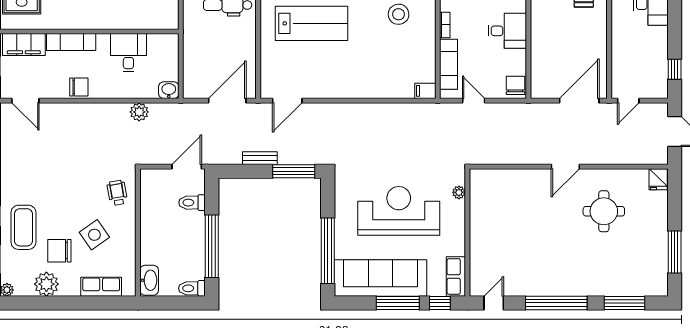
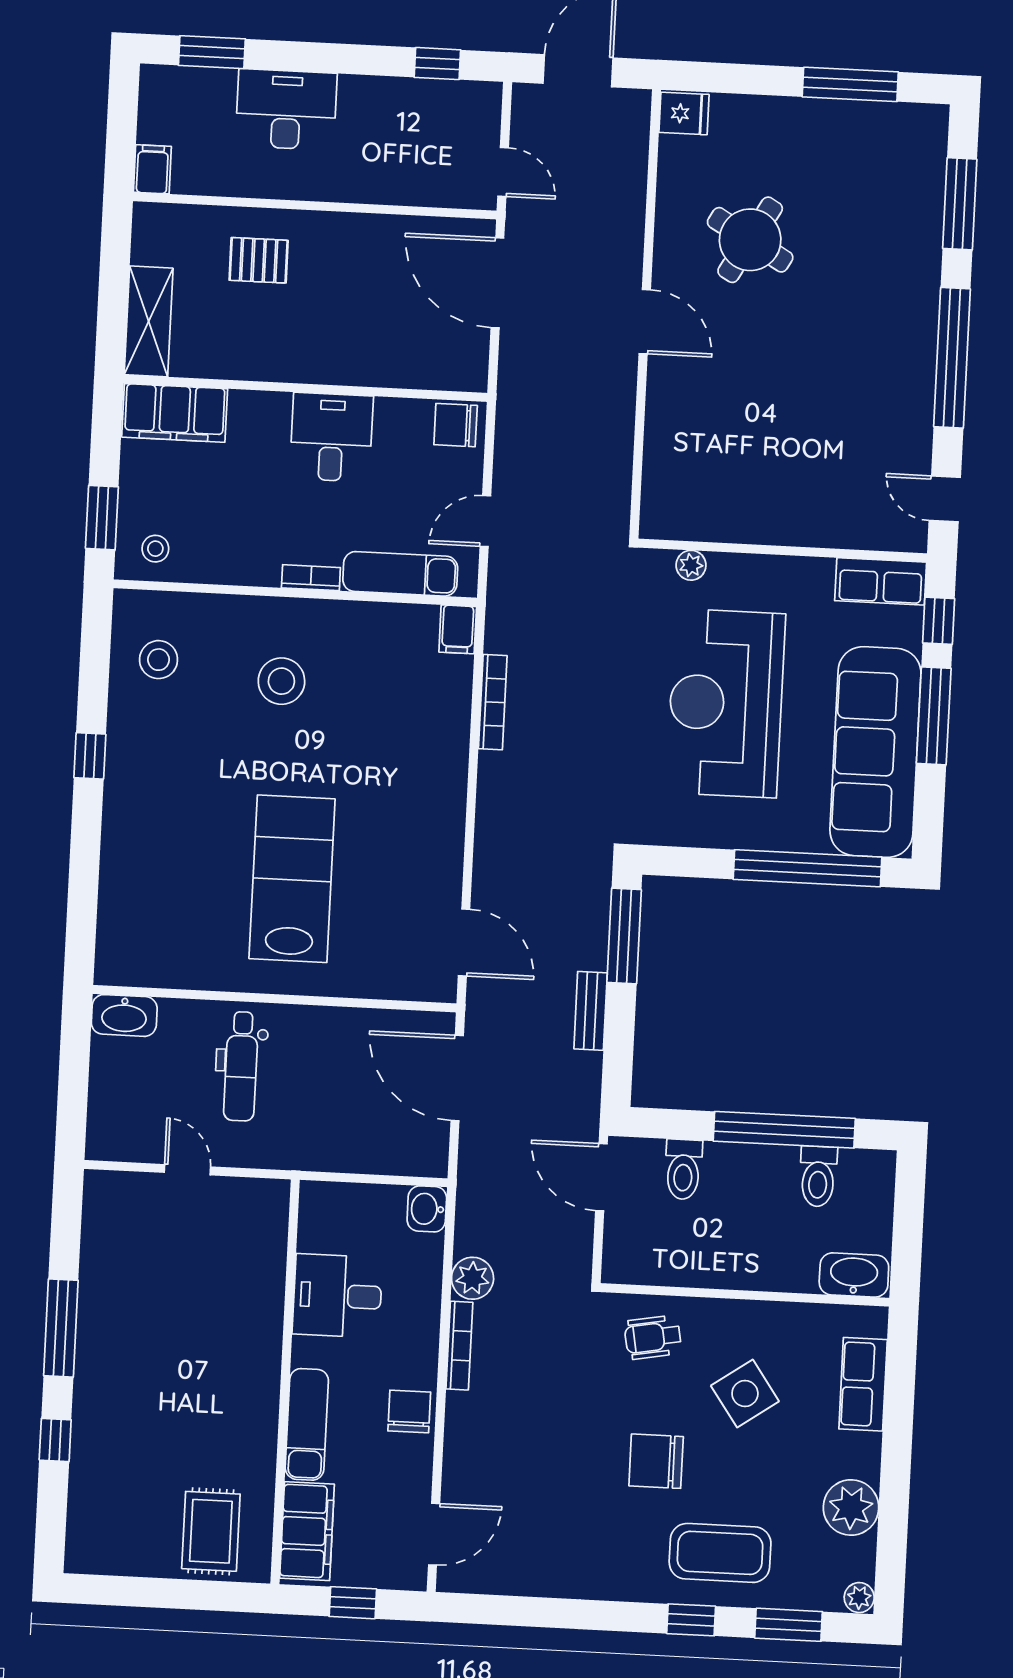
bookcase: (109, 108) -> (459, 1346), added
bookcase: (394, 108) -> (493, 702), added
round table: (604, 211) -> (750, 240), turned 30
chair: (59, 251) -> (656, 1461), moved, turned 90
toilet: (192, 288) -> (818, 1176), moved

